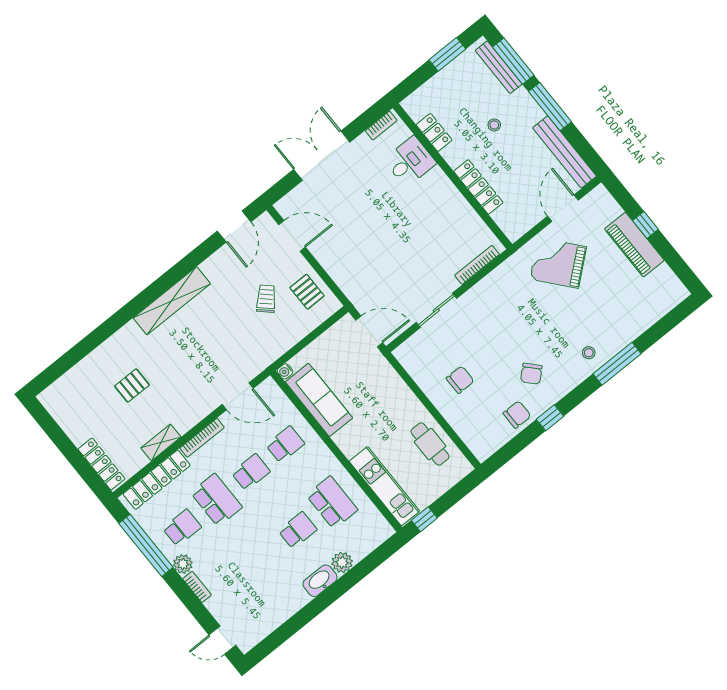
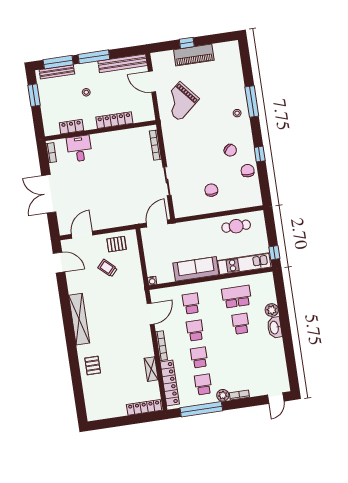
pallet: (132, 385) -> (93, 365), moved
sofa: (319, 400) -> (196, 269), moved
school desk: (216, 500) -> (199, 357), width x0.54

